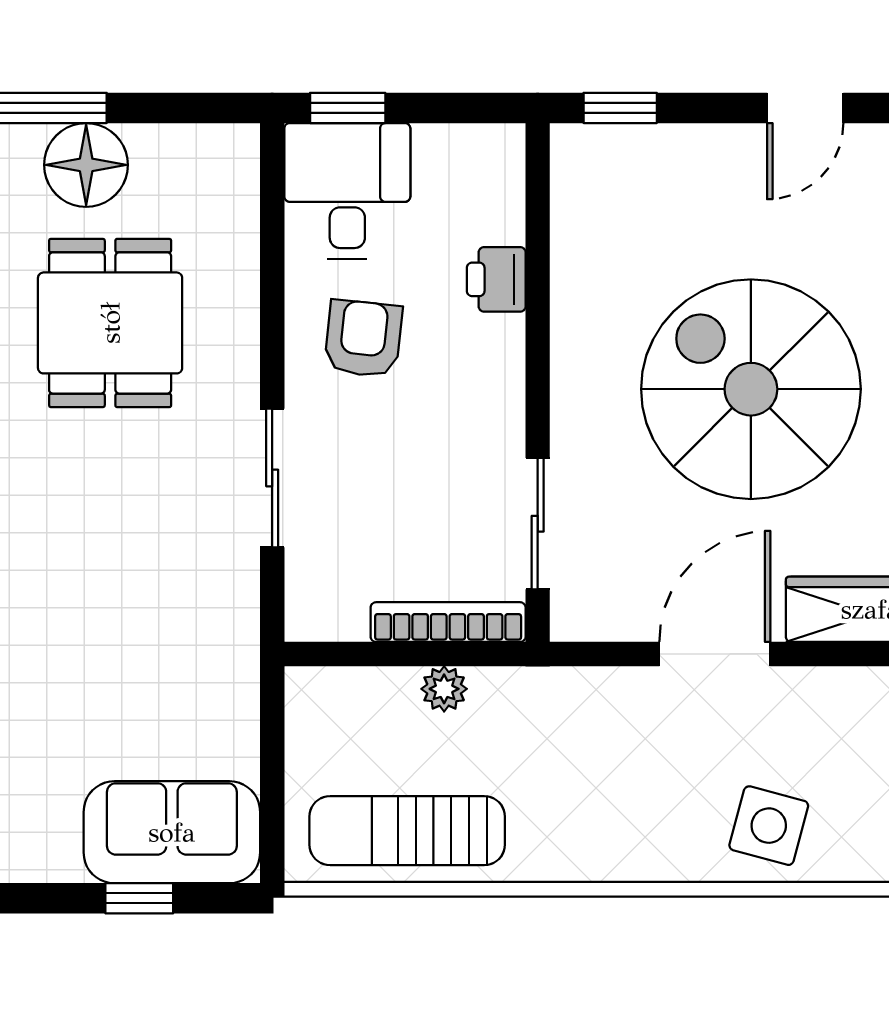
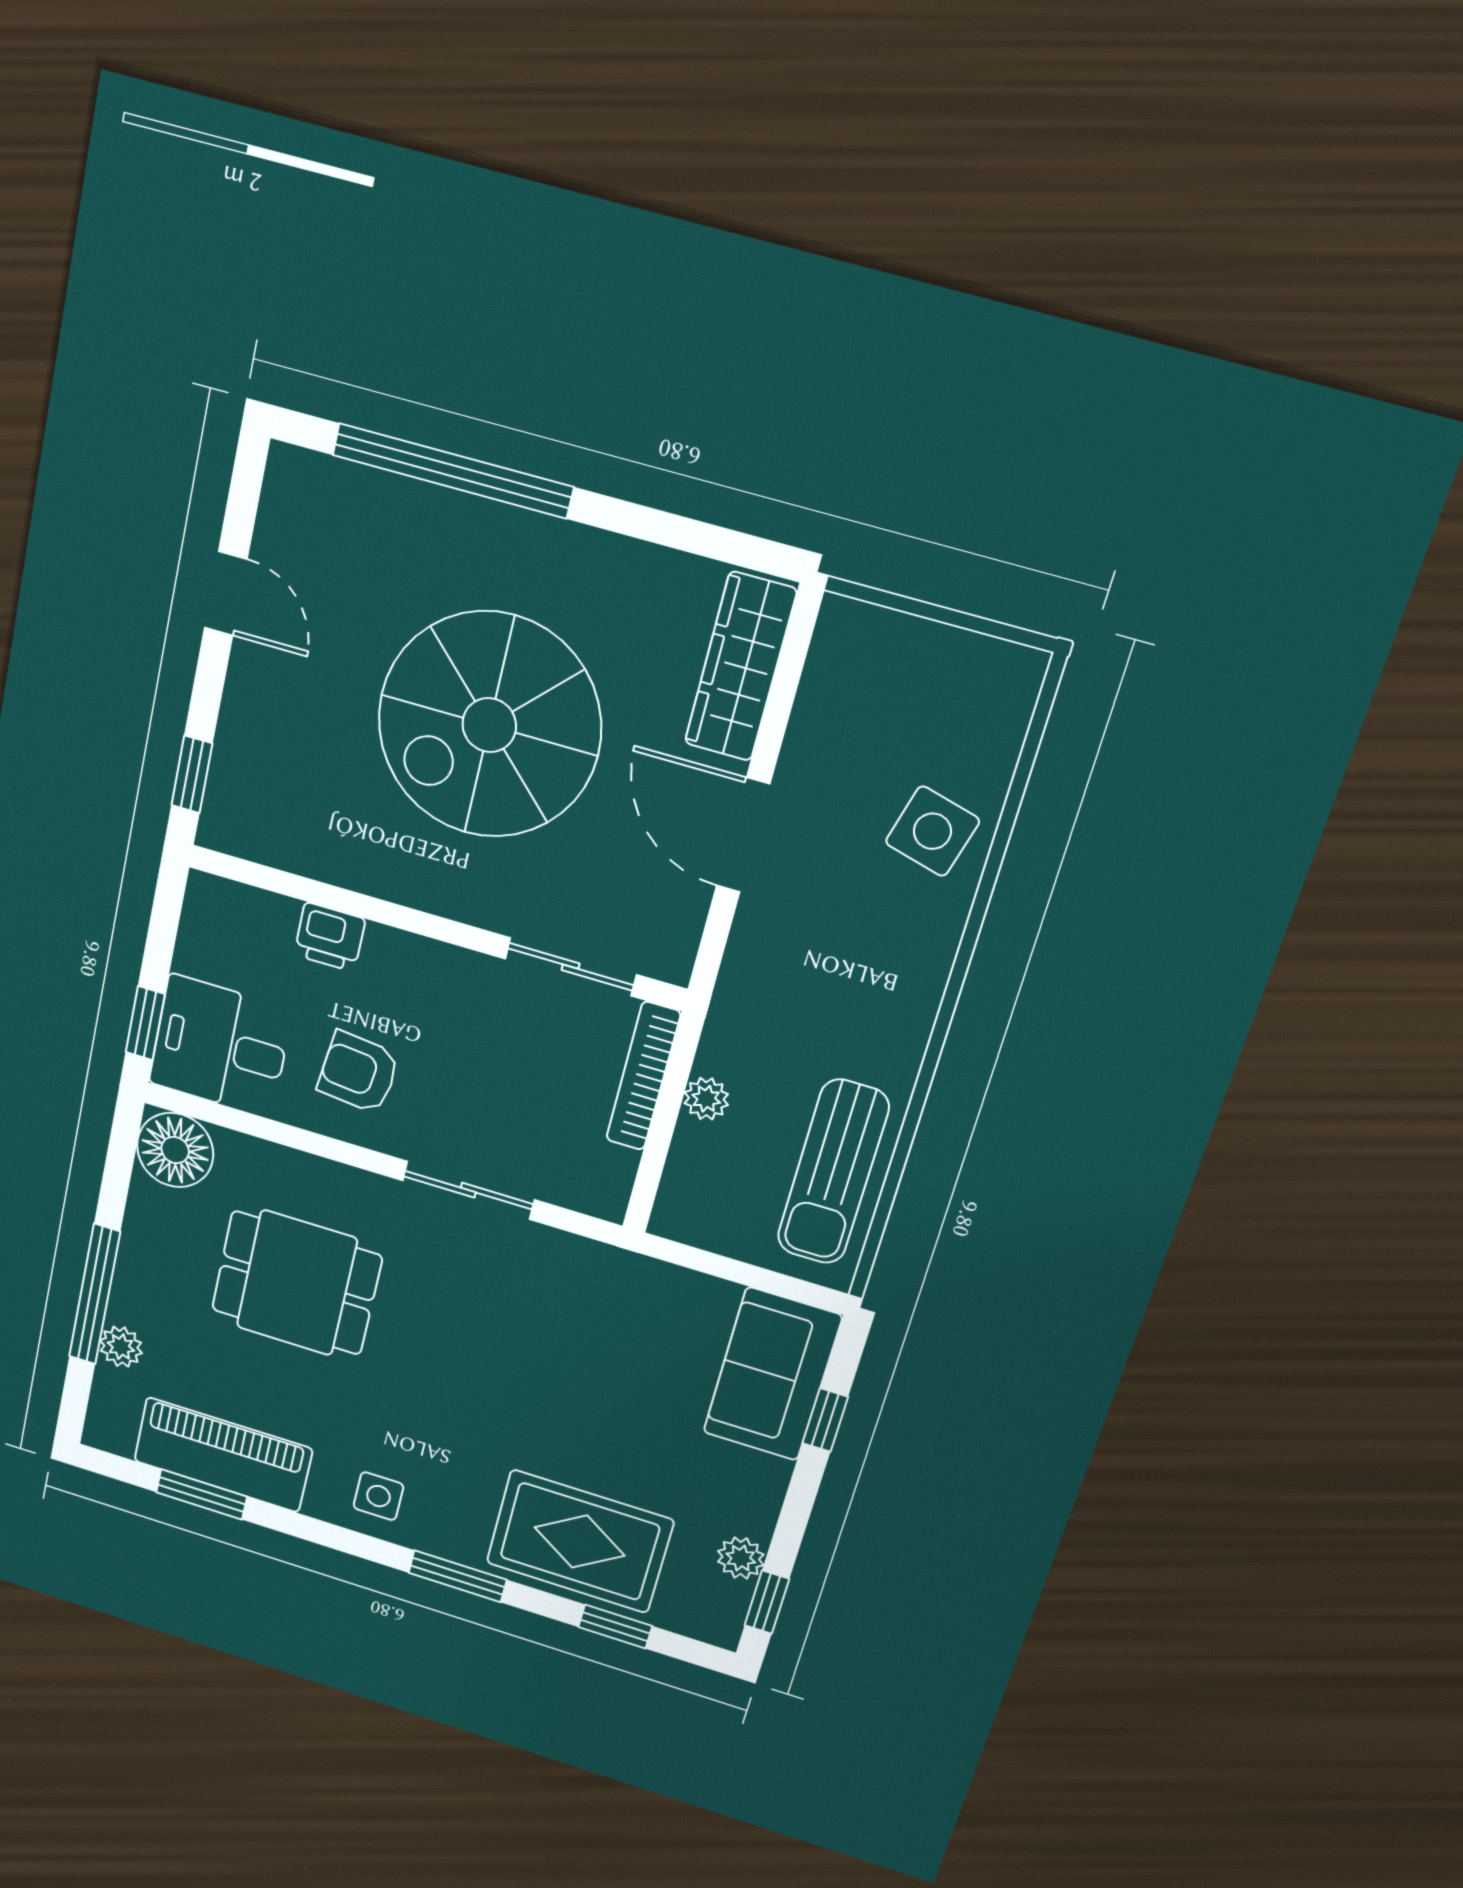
floor lamp: (86, 165) -> (175, 1150), moved

